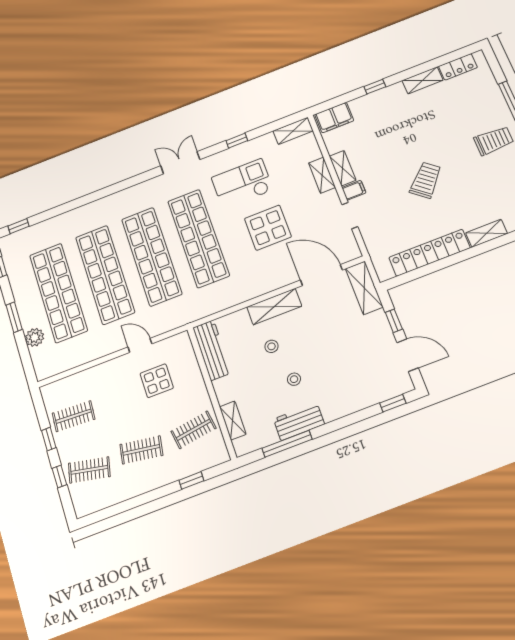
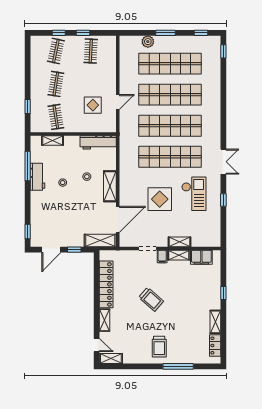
filing cabinet: (334, 118) -> (201, 257), moved, turned -90
shelving: (293, 131) -> (215, 235), removed

